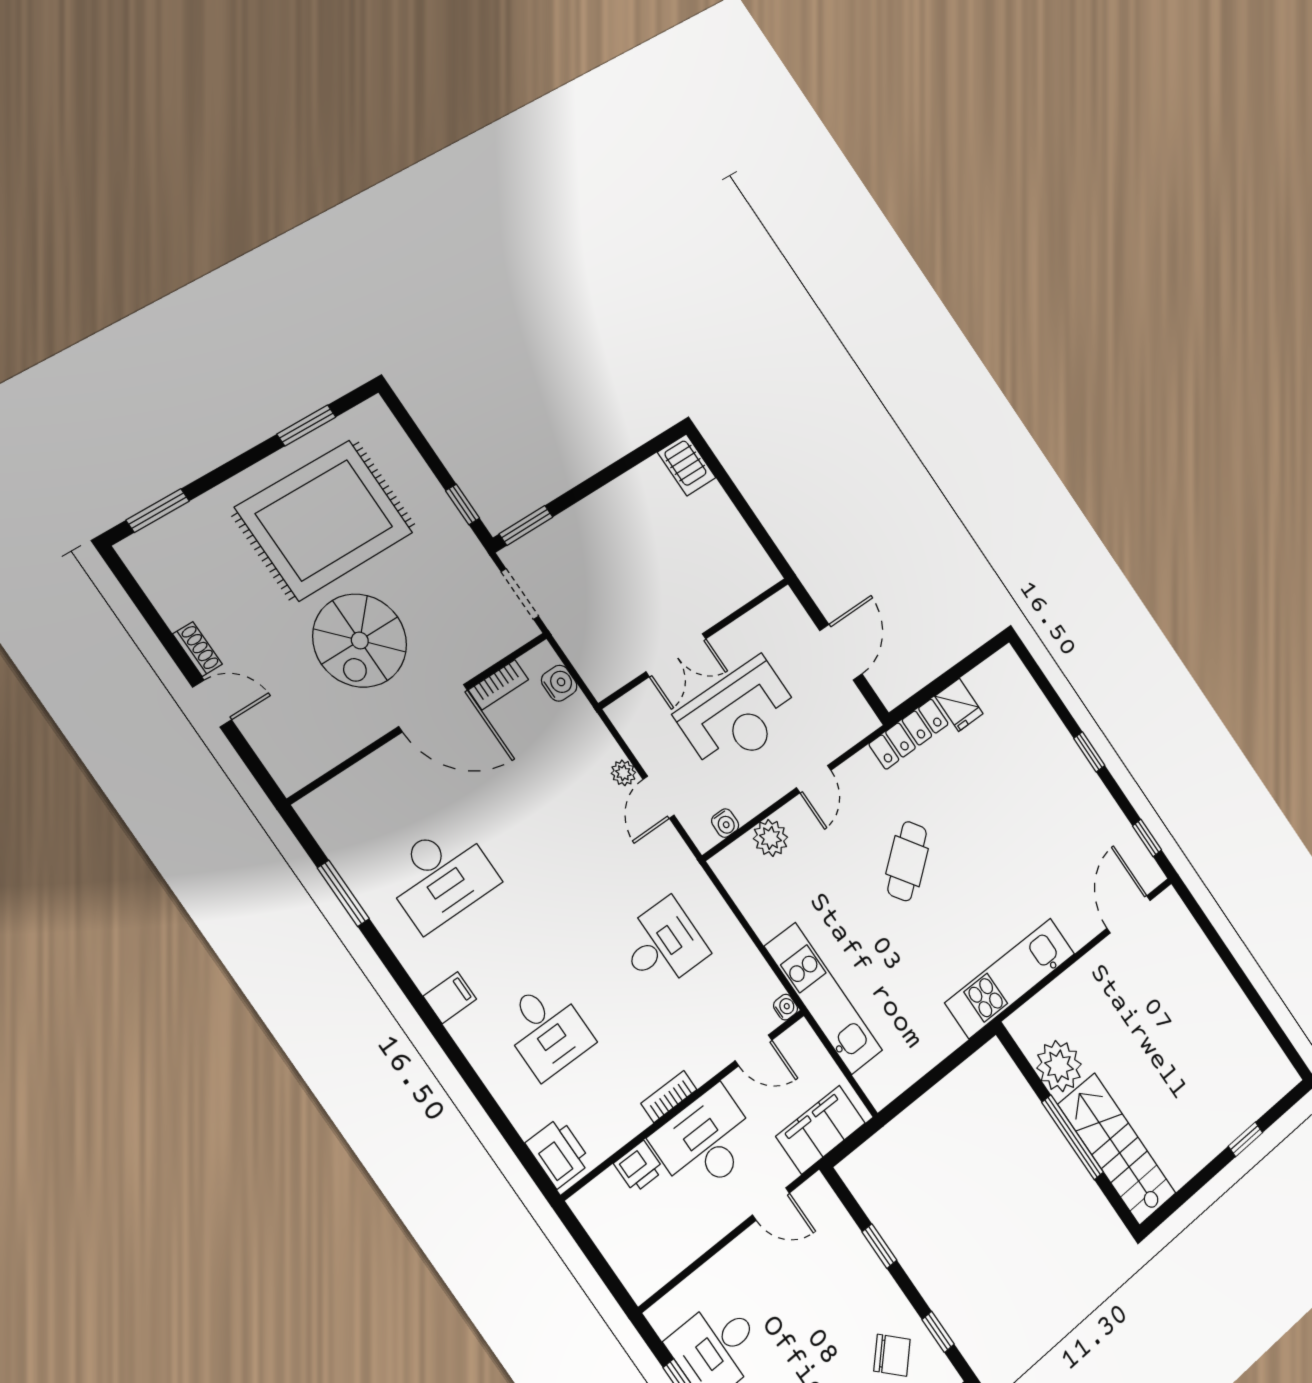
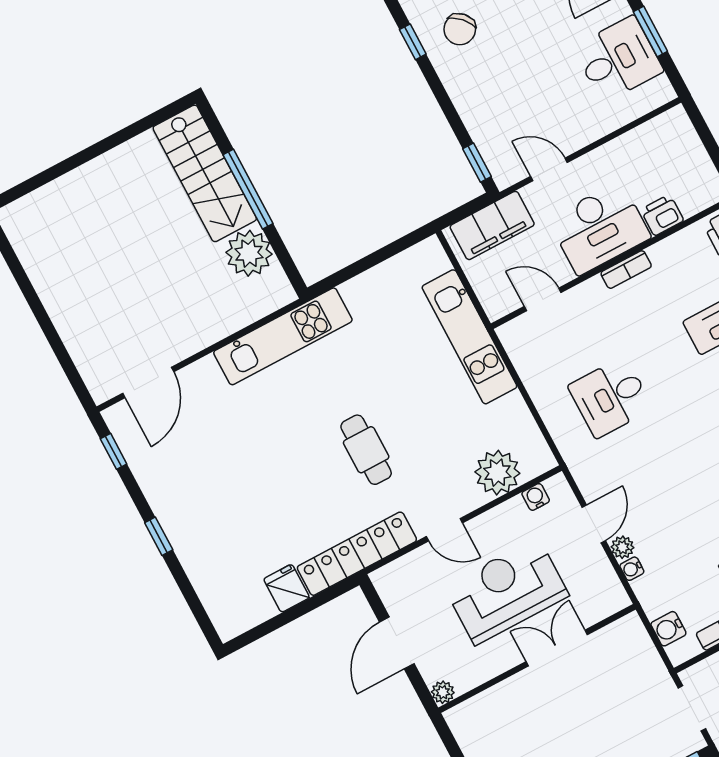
plant: (786, 601) -> (443, 692), added
locker: (909, 734) -> (357, 554), width x1.41, depth x1.21
door: (814, 779) -> (444, 530), swing flipped
plant: (771, 838) -> (497, 473), width x1.36, depth x1.36
cafe table: (907, 861) -> (366, 450), turned -53
water cooler: (786, 1007) -> (632, 569), moved
window: (1246, 1139) -> (68, 165), removed
window: (879, 1246) -> (477, 163), moved
chair: (892, 1355) -> (460, 29), turned -89

